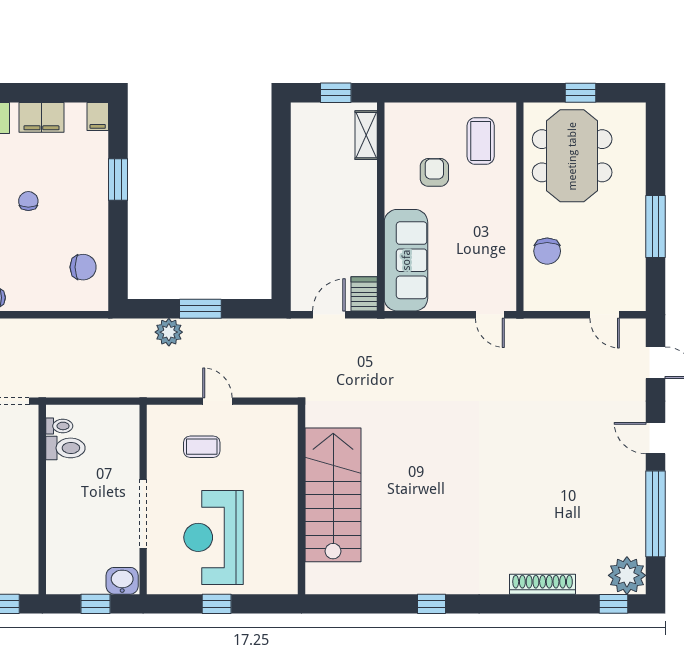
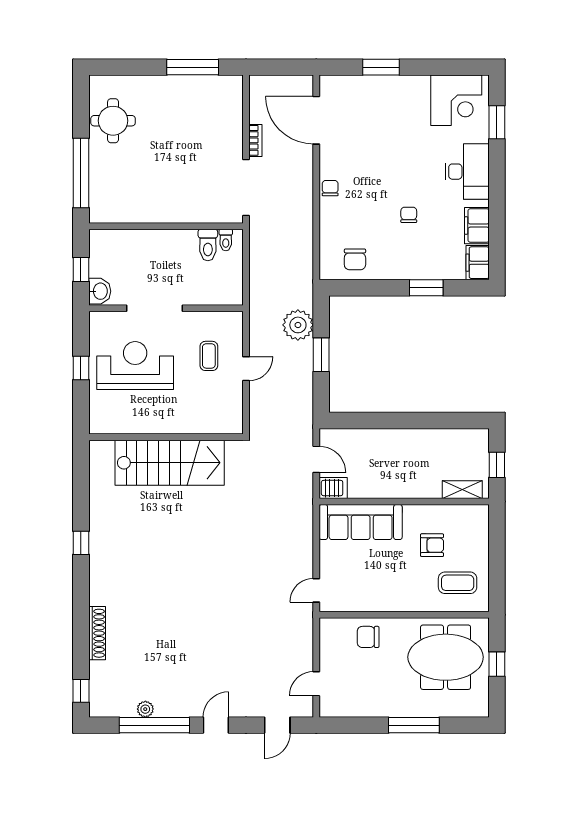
filing cabinet: (98, 116) -> (478, 263), width x2.00
chair: (28, 201) -> (409, 215), turned -90
window: (655, 227) -> (414, 725), moved
plant: (169, 332) -> (298, 325), width x1.36, depth x1.36
plant: (627, 575) -> (145, 709), moved, width x0.53, depth x0.53

